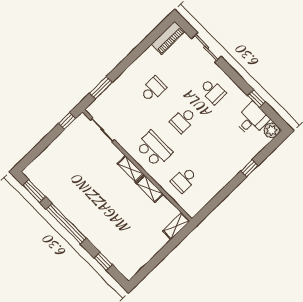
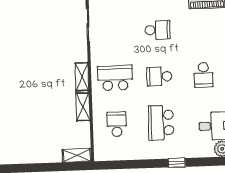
school desk: (154, 149) -> (115, 78), turned -90
school desk: (213, 151) -> (161, 123), added
school desk: (184, 180) -> (117, 124), turned 90

